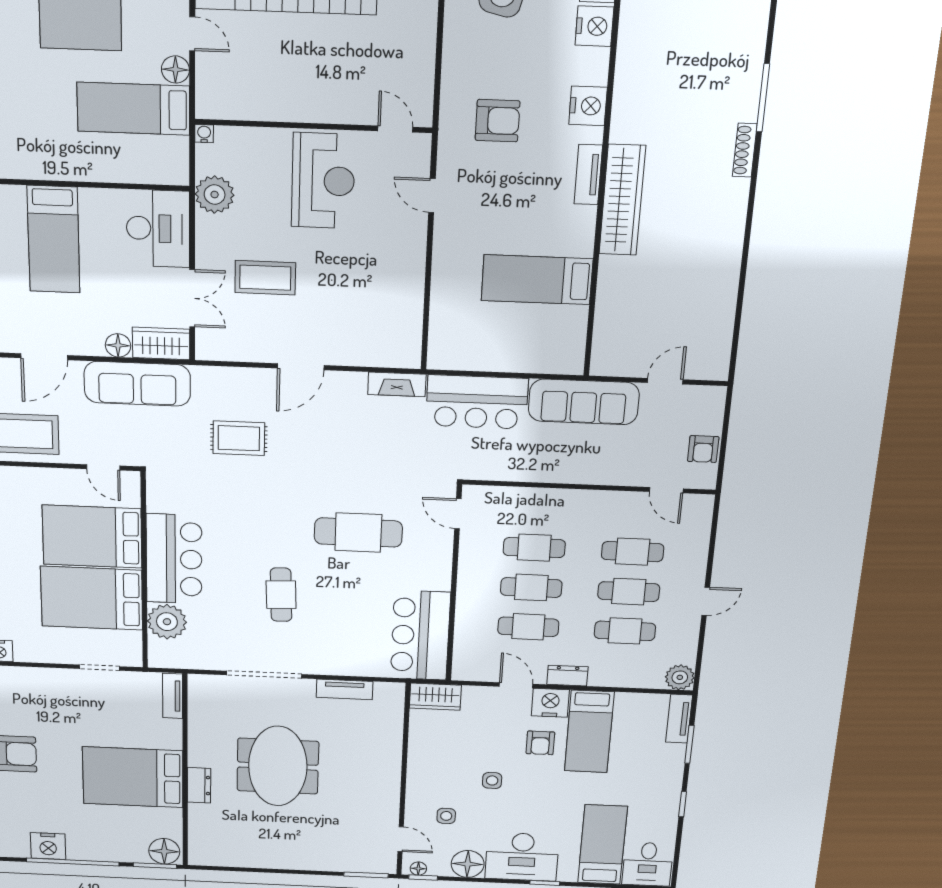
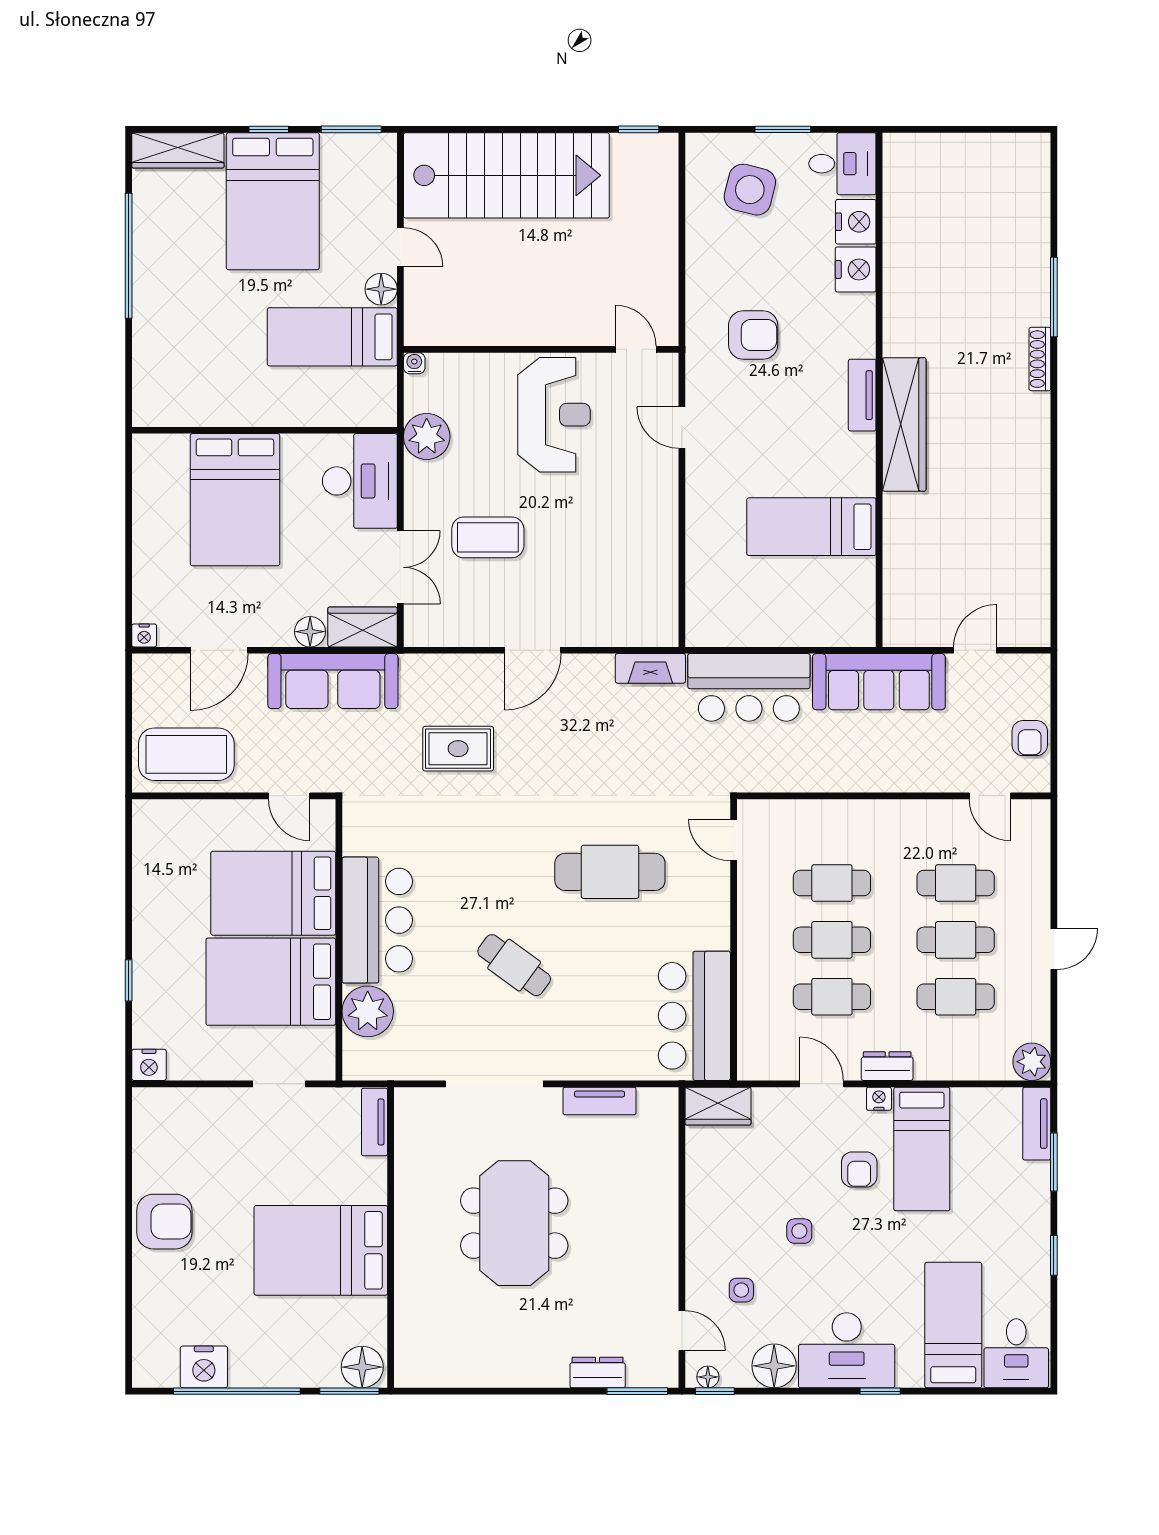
nightstand: (588, 106) -> (856, 269), moved
bed: (54, 239) -> (235, 500), width x1.50
cafe table: (281, 595) -> (514, 965), turned -52
nightstand: (550, 703) -> (879, 1099), width x0.53, depth x0.56
dresser: (199, 785) -> (598, 1372), moved, turned -90

